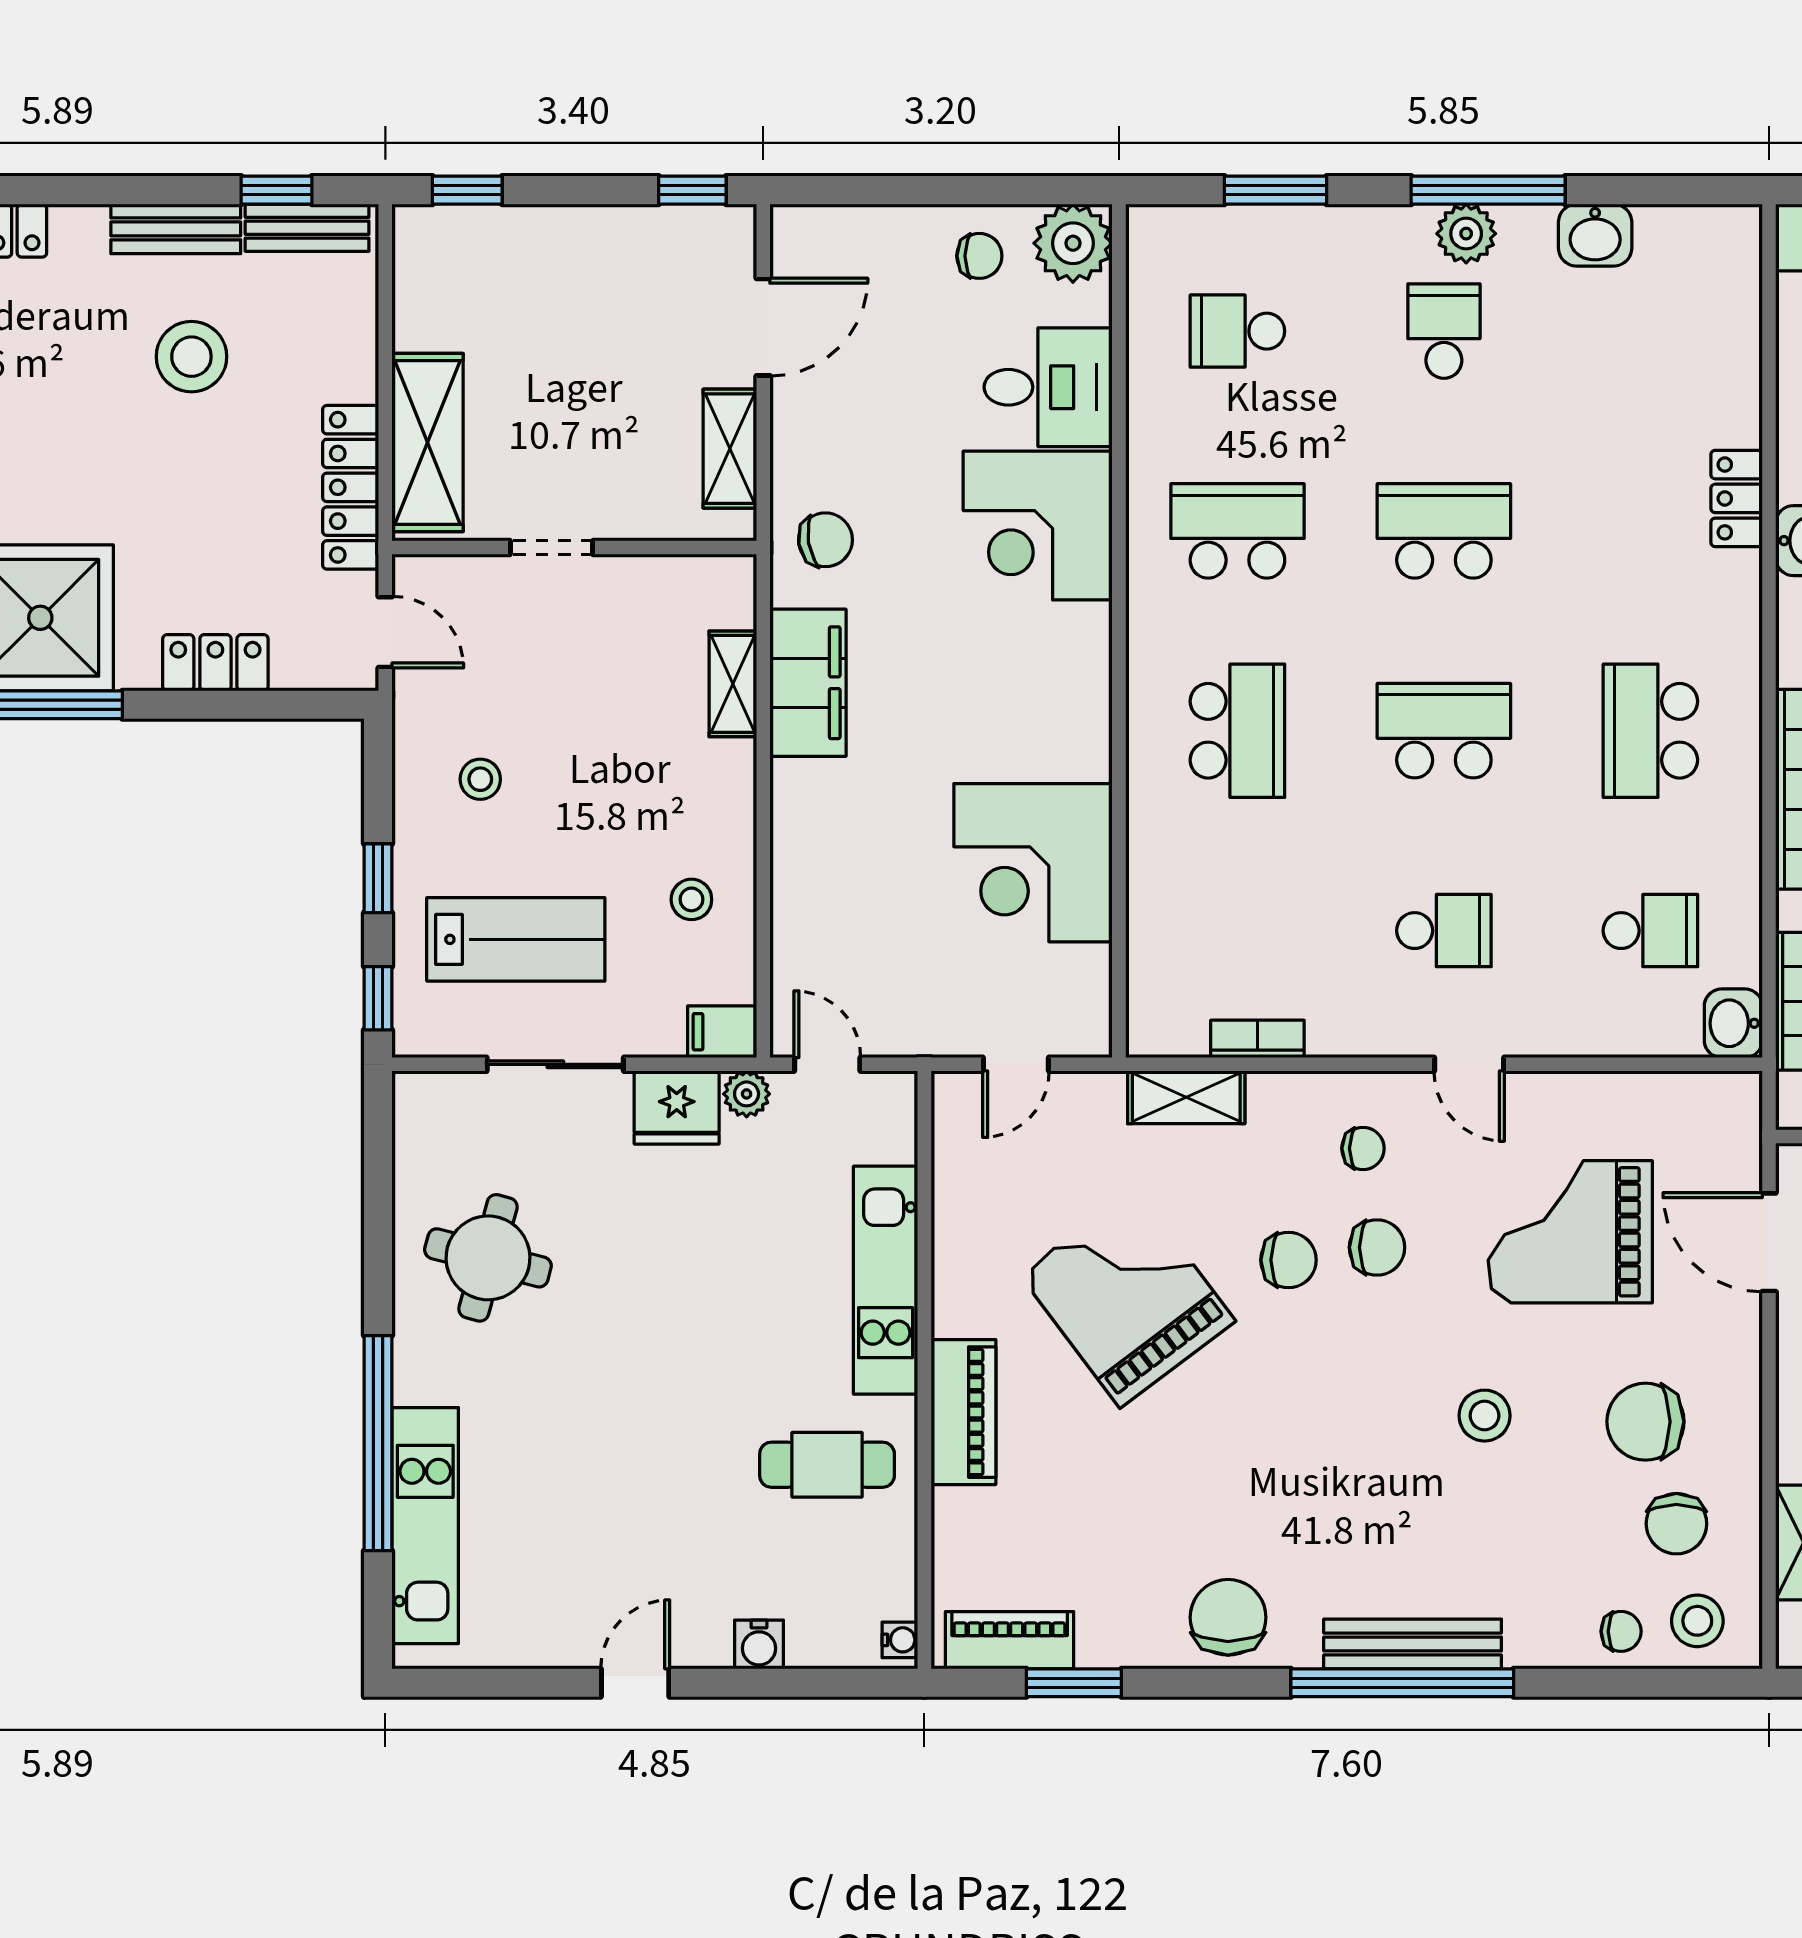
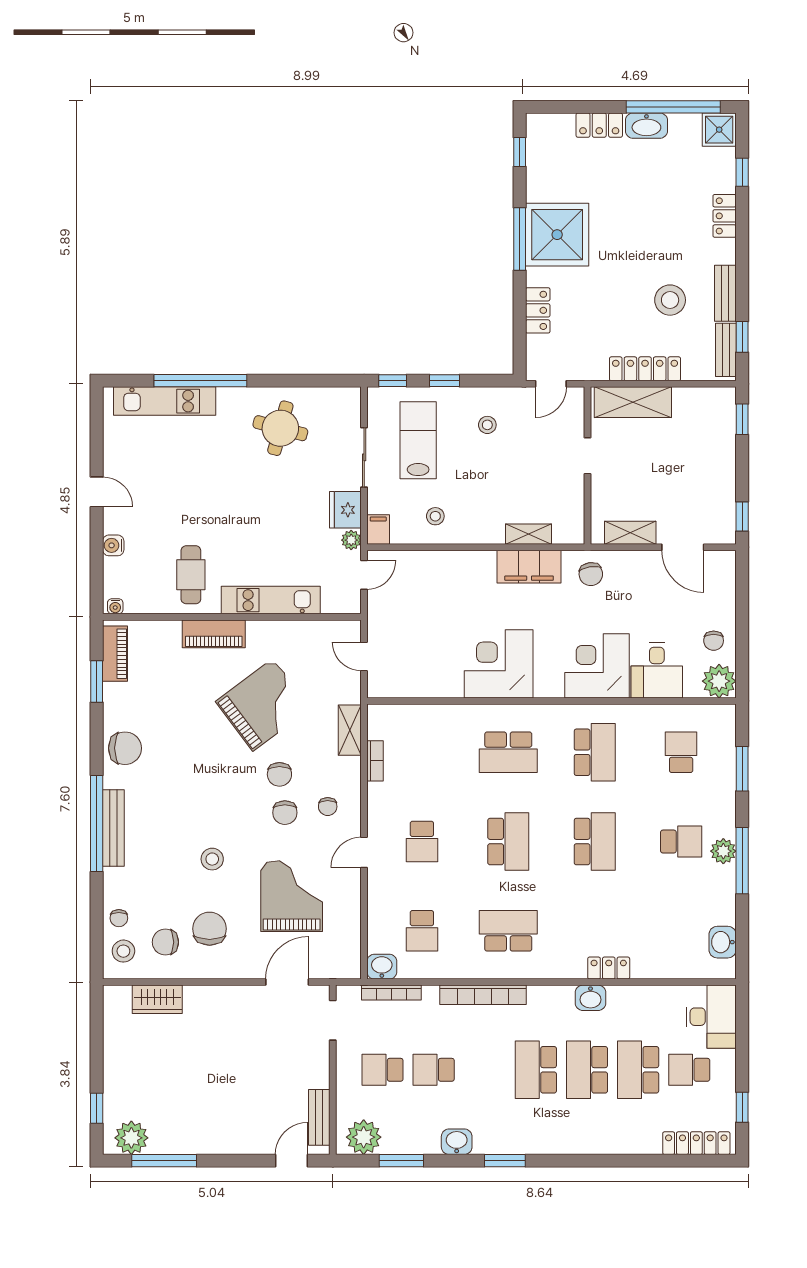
washbasin: (1595, 235) -> (723, 942), moved
locker: (351, 487) -> (645, 369), moved
corner desk: (1033, 863) -> (499, 664), moved
lab bench: (516, 939) -> (418, 440), turned 180

